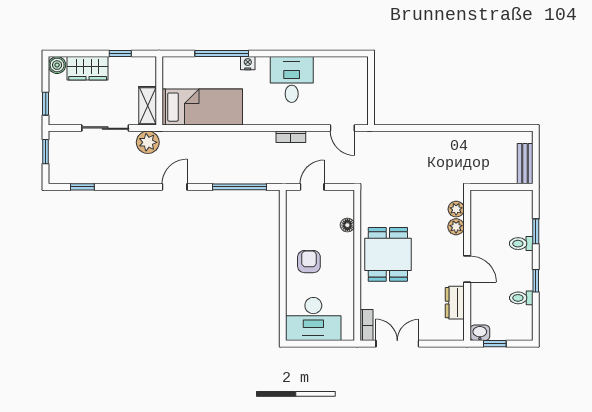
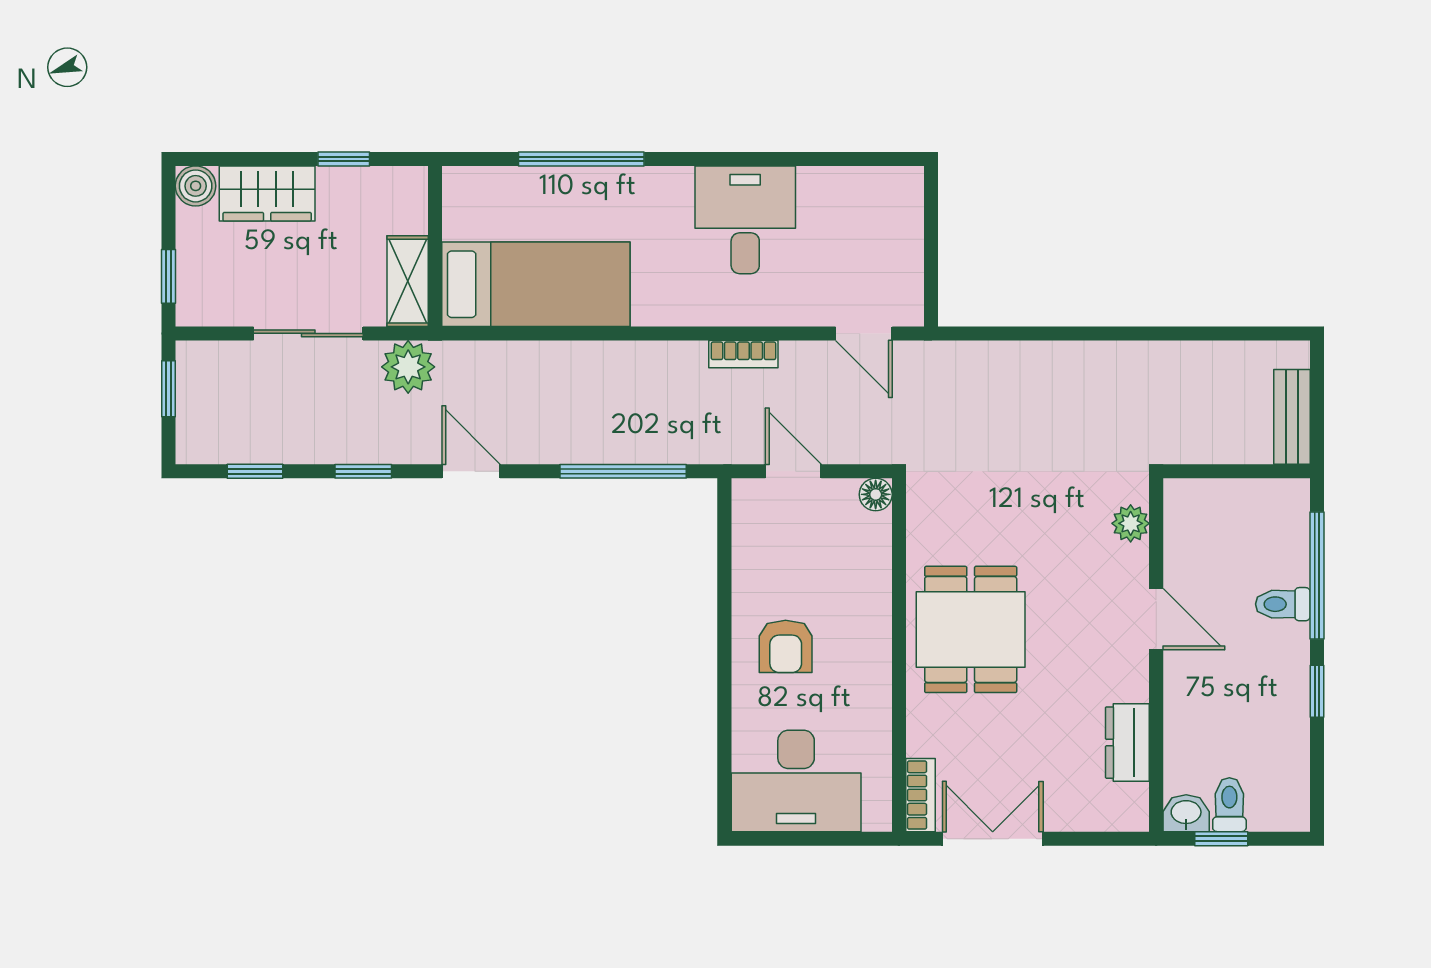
nightstand: (248, 63) -> (642, 181), removed
window: (129, 187) -> (363, 471), added
door: (175, 187) -> (471, 471), hinge flipped
door: (312, 187) -> (793, 471), hinge flipped
floor lamp: (347, 225) -> (876, 494), moved
plant: (456, 227) -> (1130, 565), removed
window: (536, 231) -> (1317, 576), width x2.17
armchair: (309, 262) -> (786, 646), turned 180
door: (467, 269) -> (1156, 619), moved
toilet: (521, 298) -> (1229, 805), moved, turned 90

